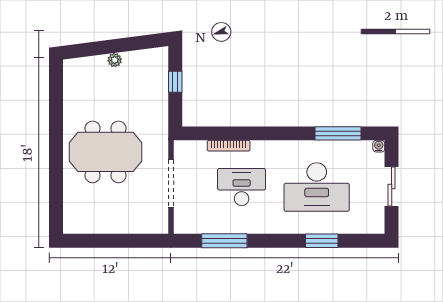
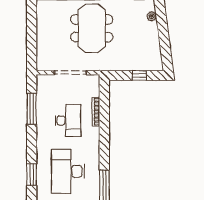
plant: (115, 60) -> (152, 16), moved

